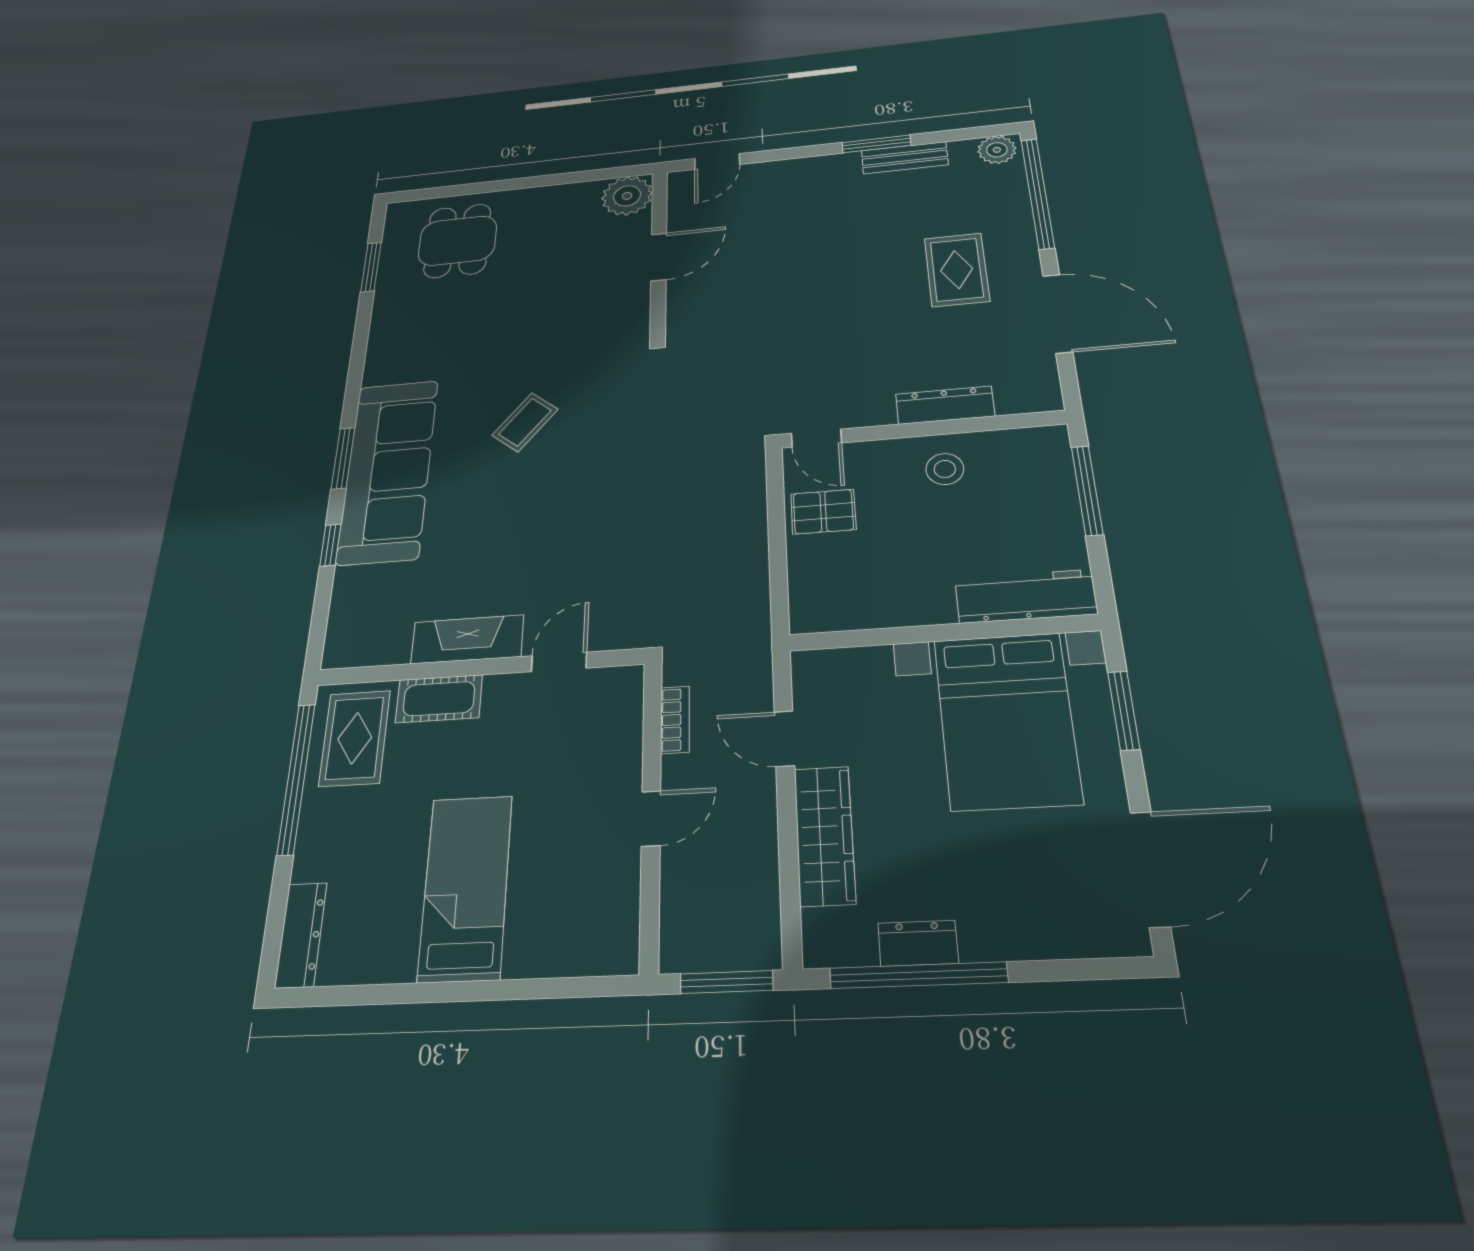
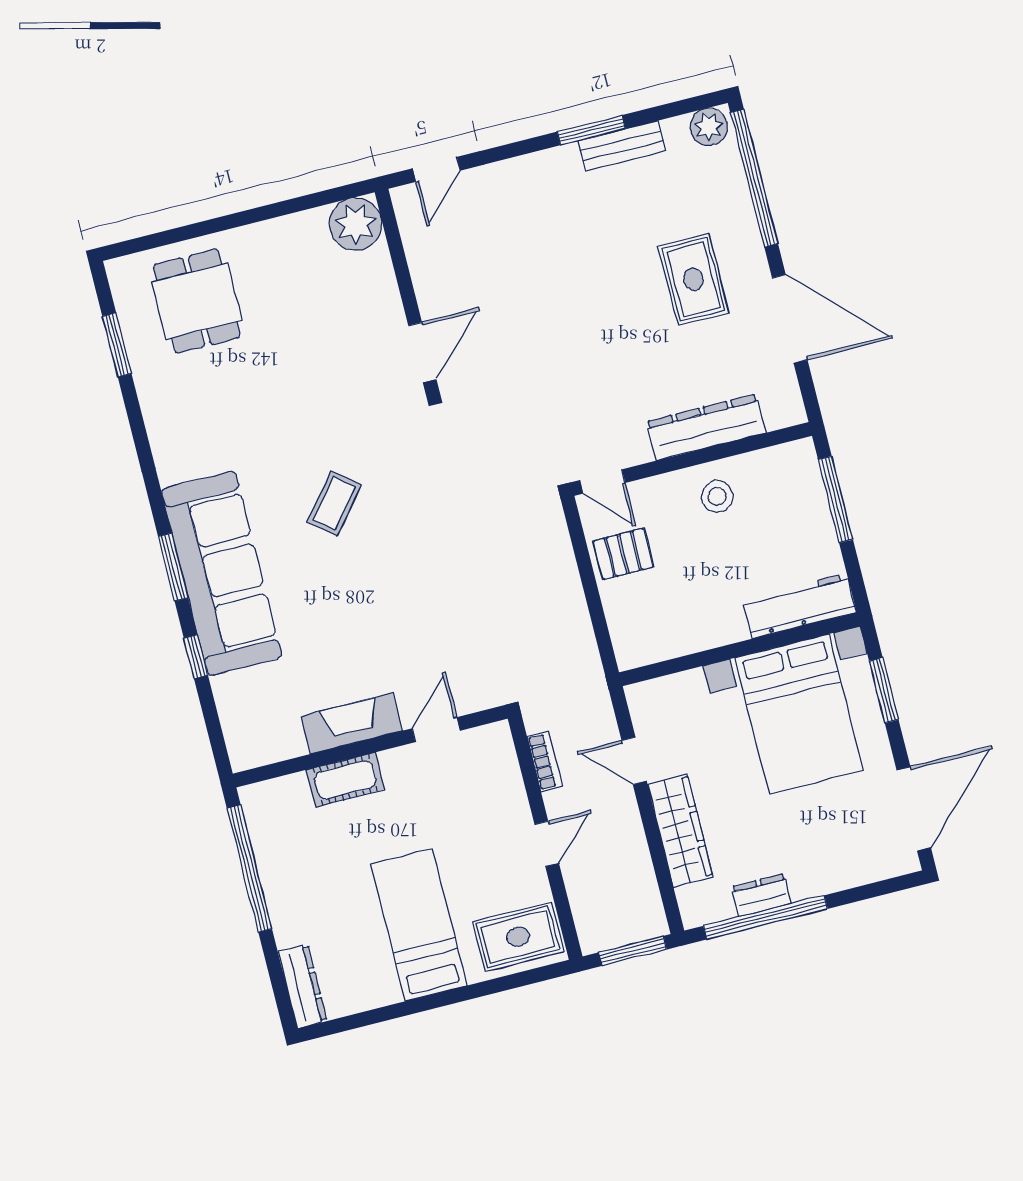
door: (659, 257) -> (422, 352), moved
dresser: (945, 405) -> (706, 427), width x1.37, depth x1.24
rug: (355, 738) -> (518, 937), moved, turned 90

